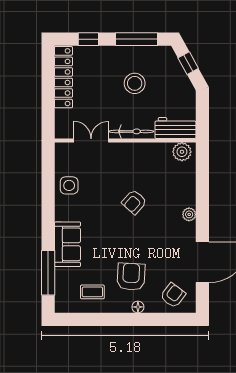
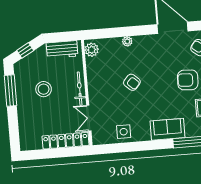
window: (88, 39) -> (13, 126), removed
locker: (63, 77) -> (65, 141), moved
workbench: (175, 128) -> (62, 50), moved, turned -90
plant: (189, 214) -> (127, 41), moved

